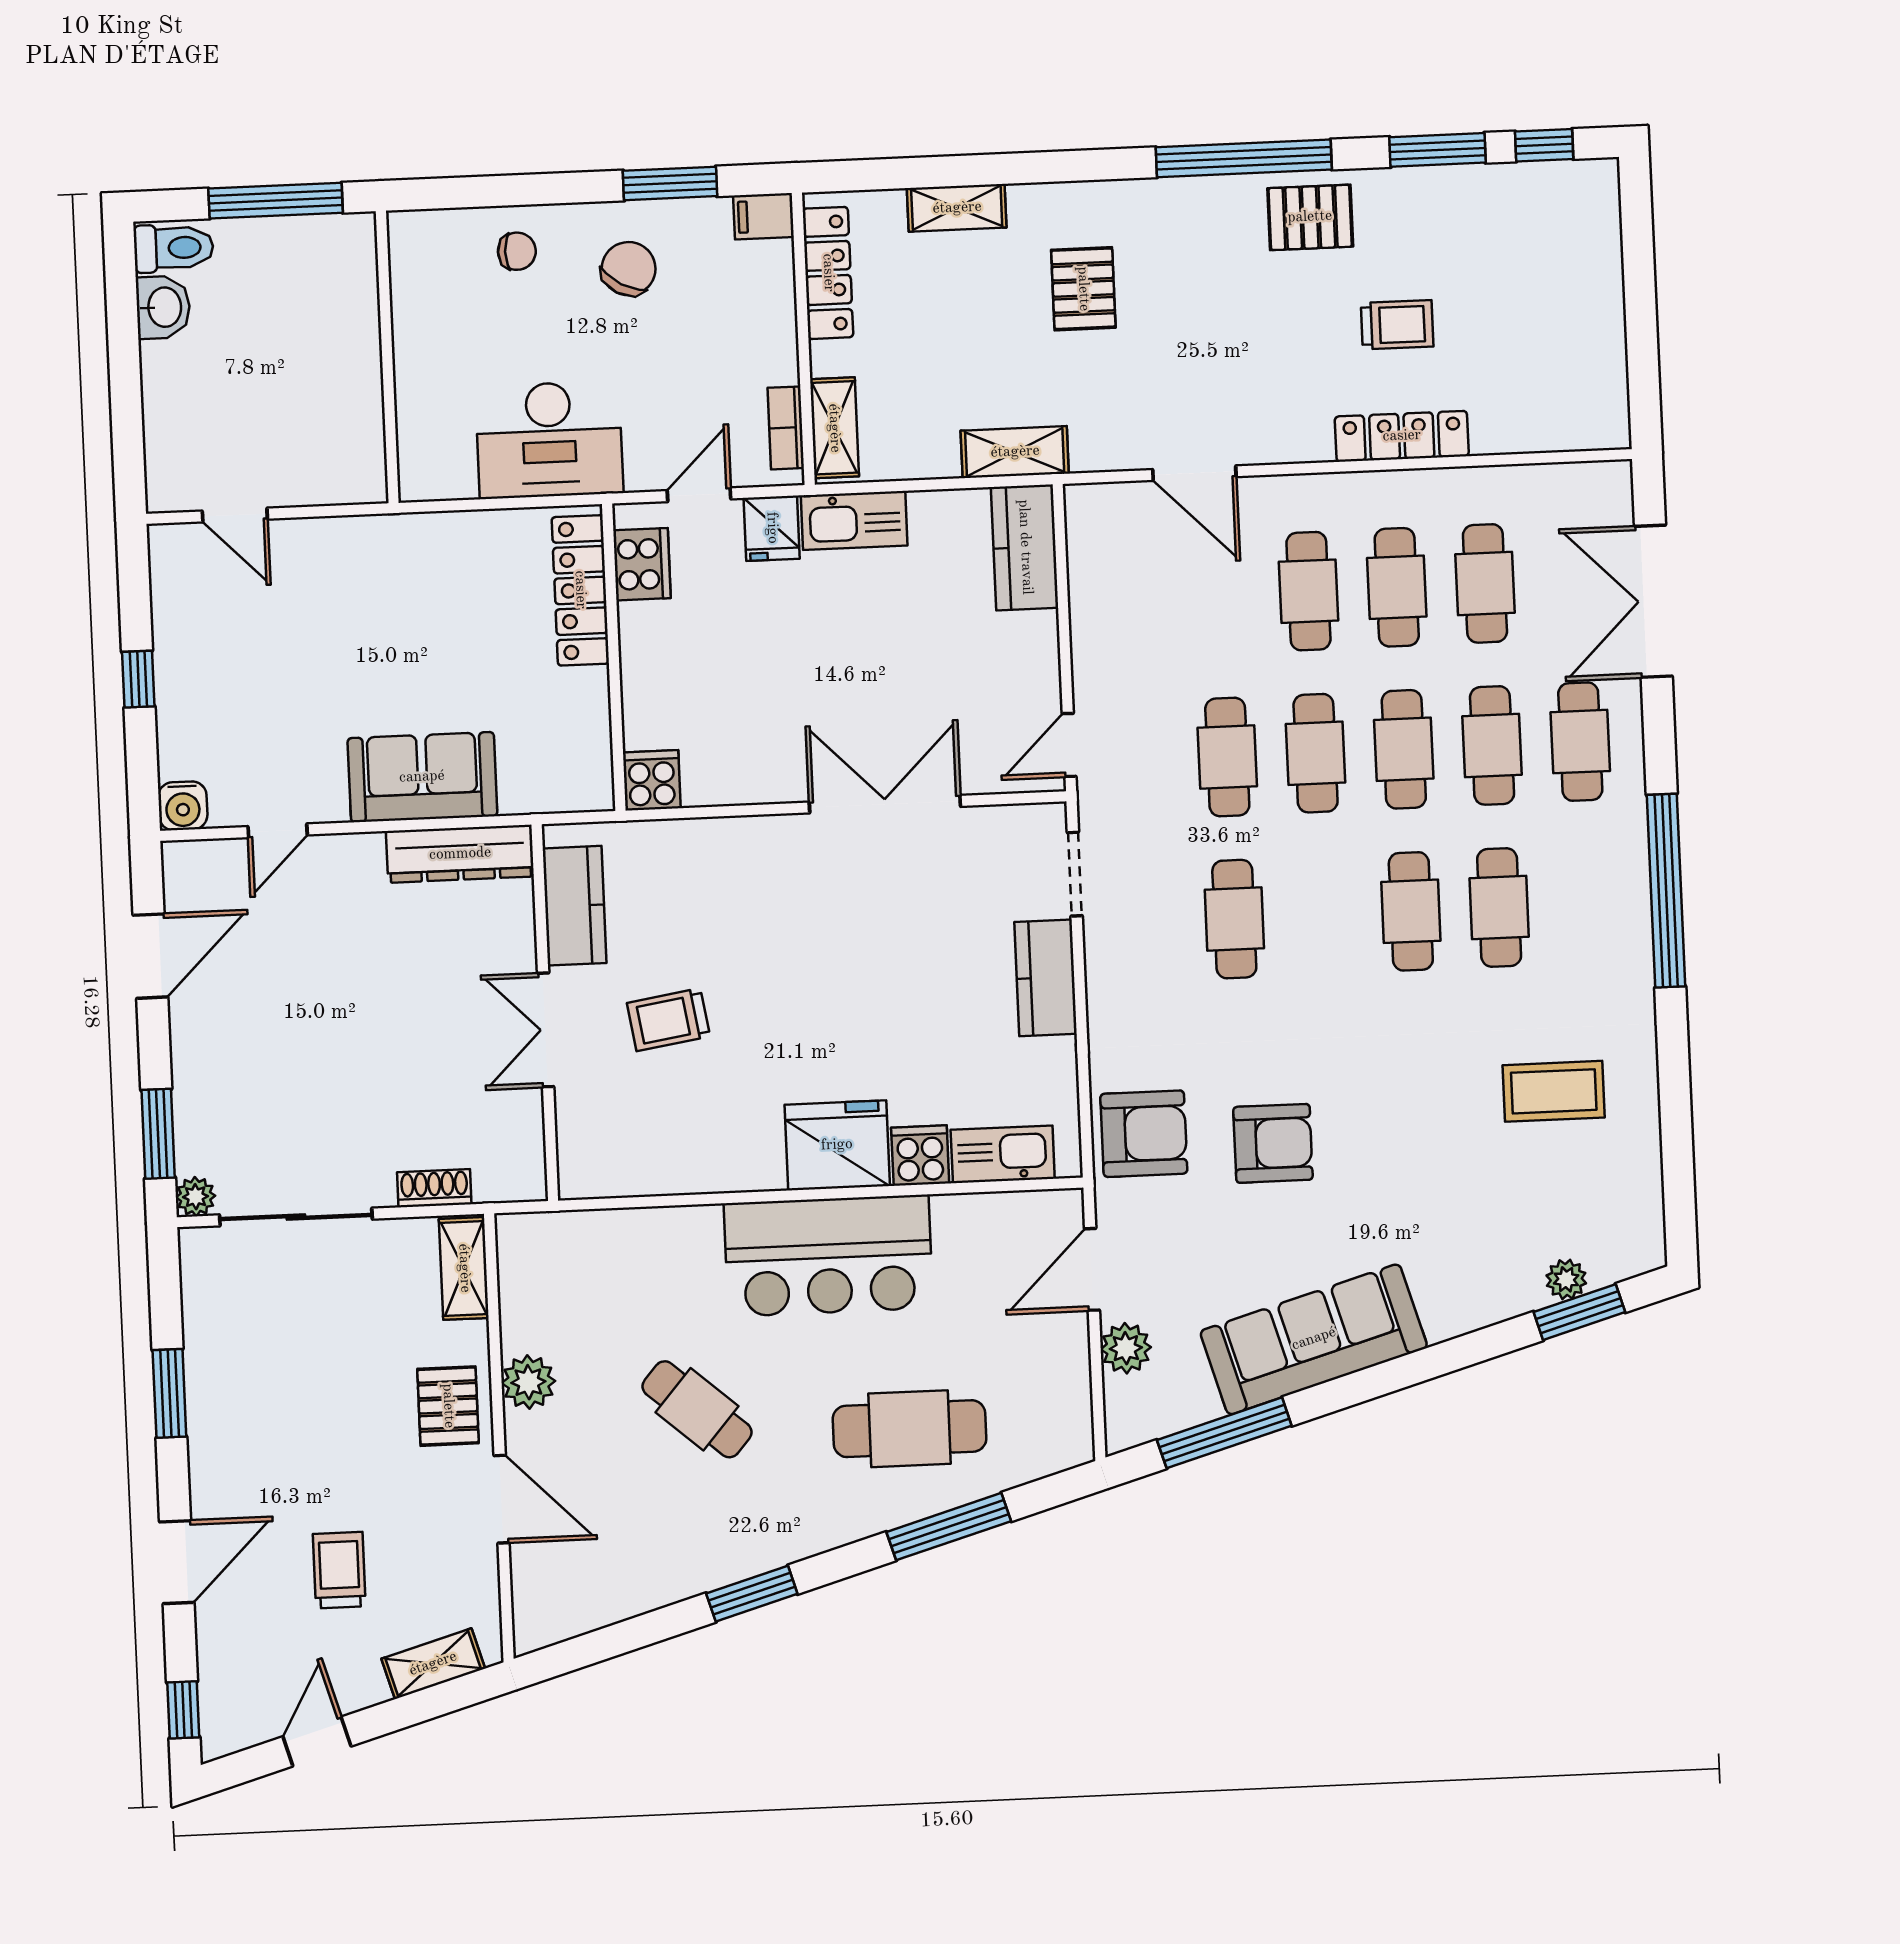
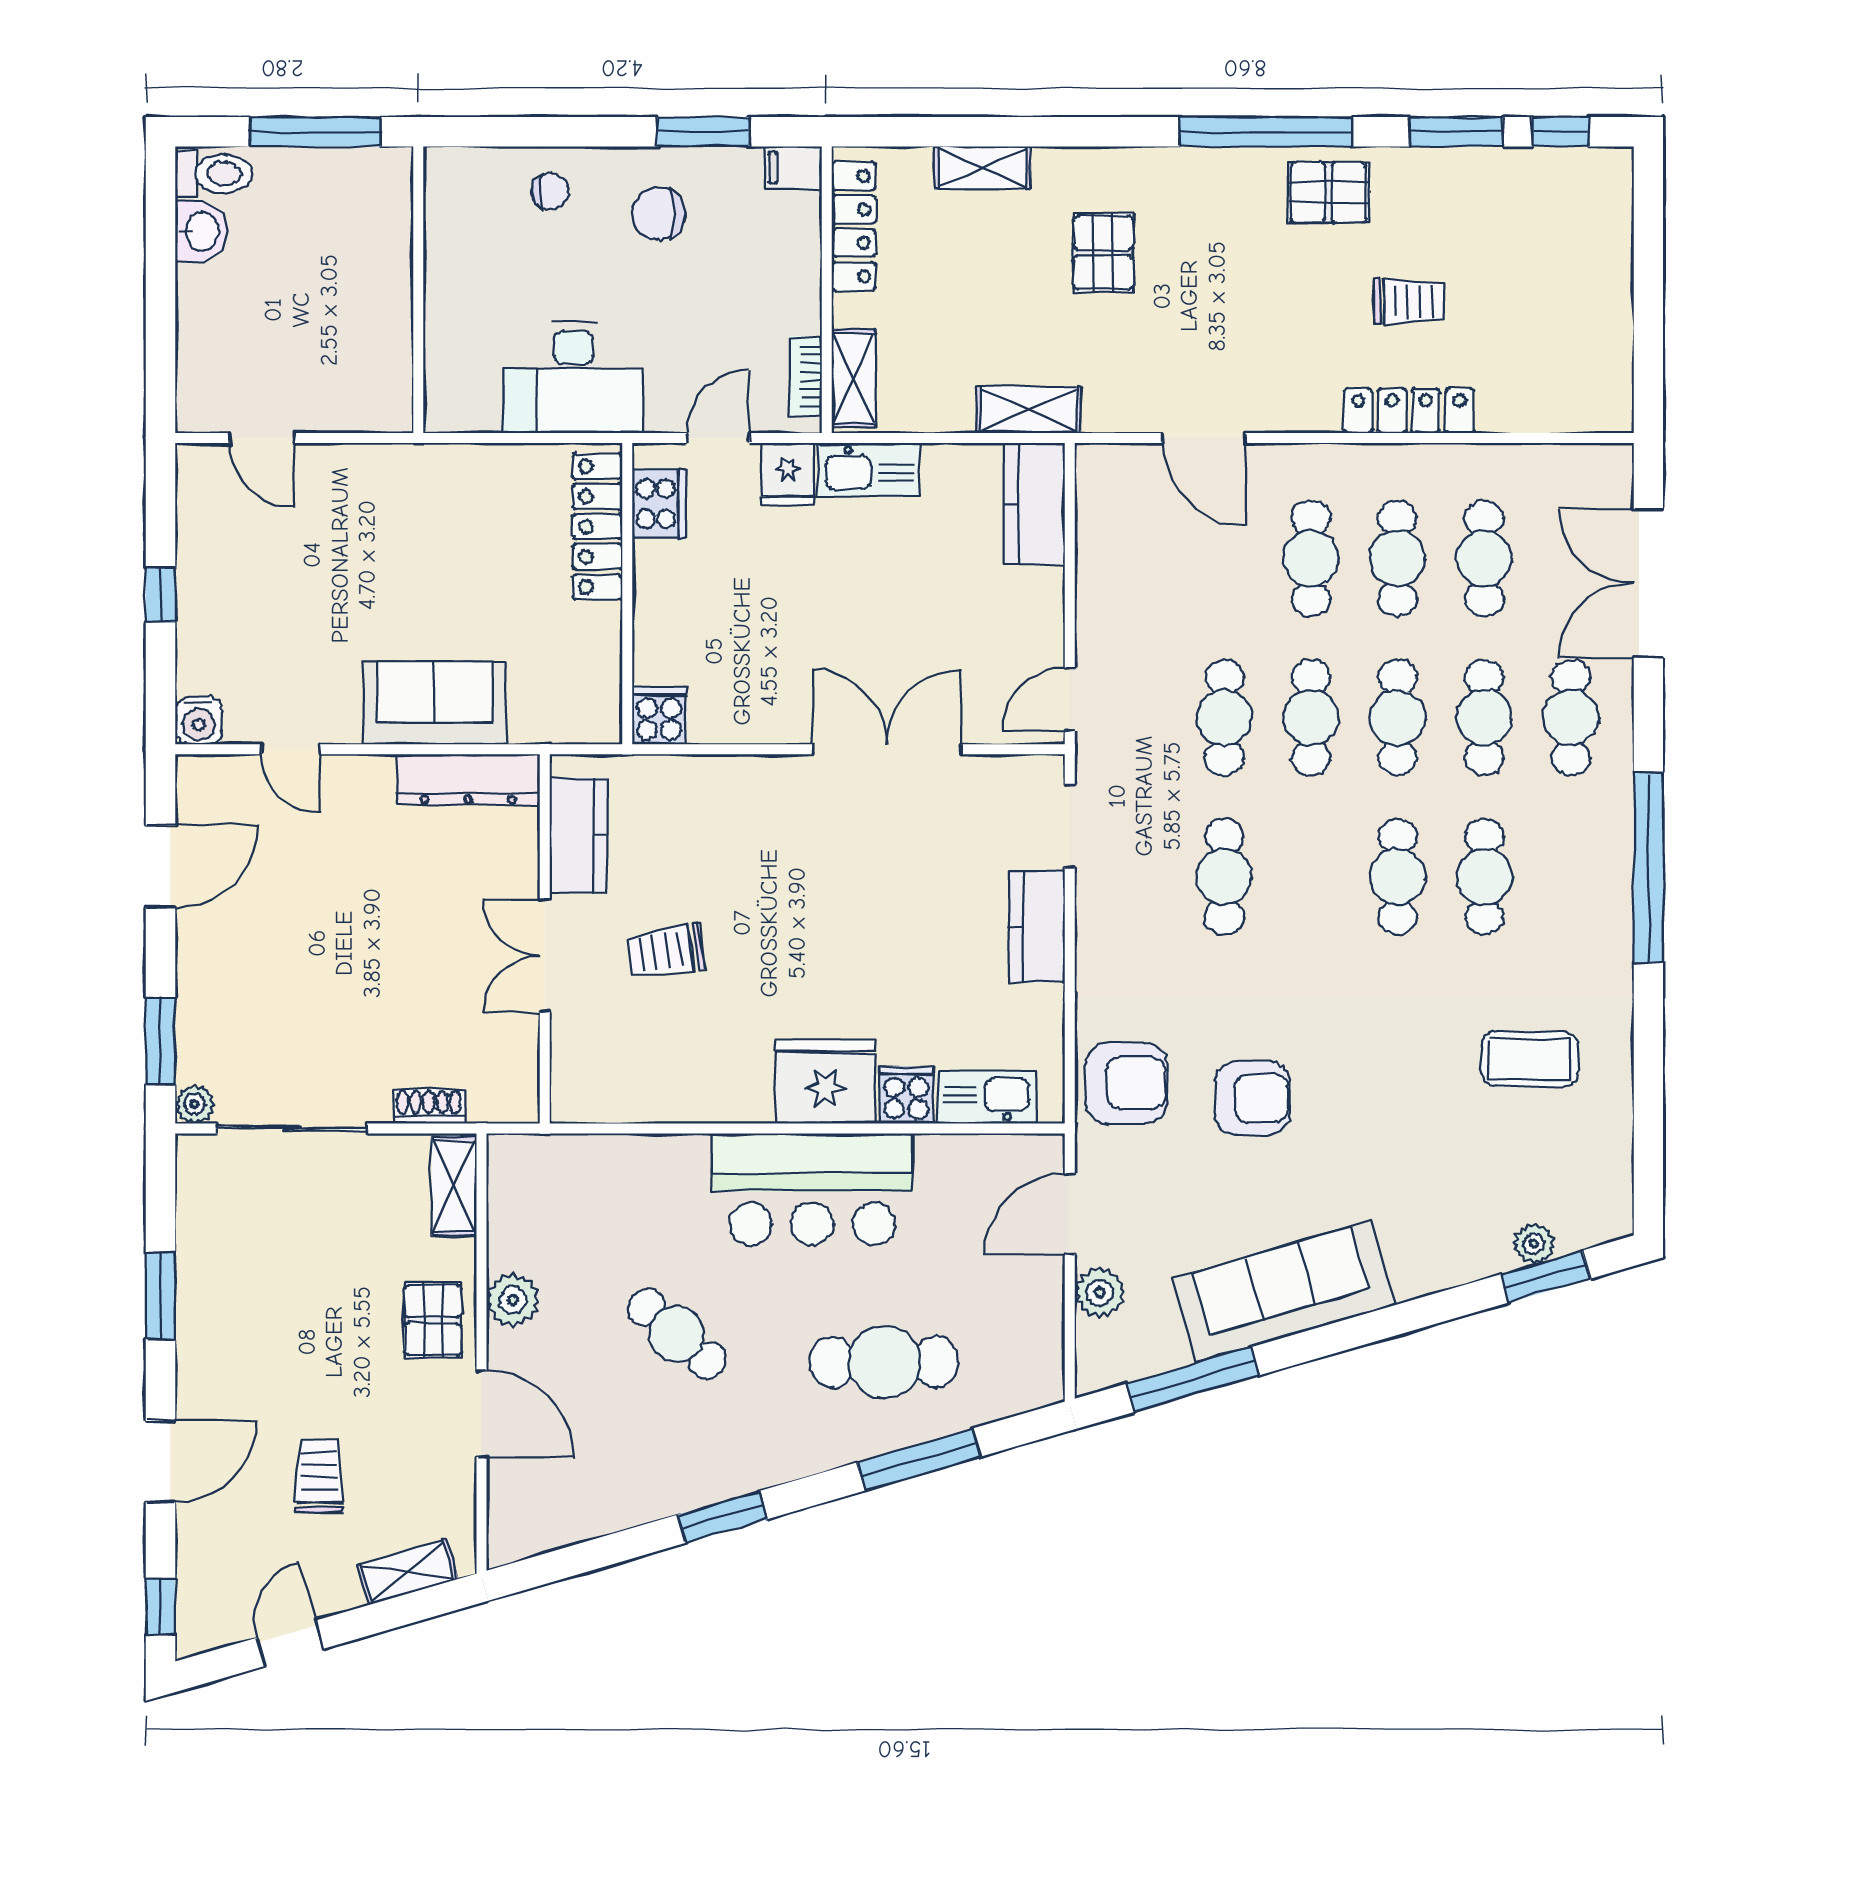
chair: (629, 269) -> (658, 213), turned -119
door: (278, 831) -> (291, 749), hinge flipped

